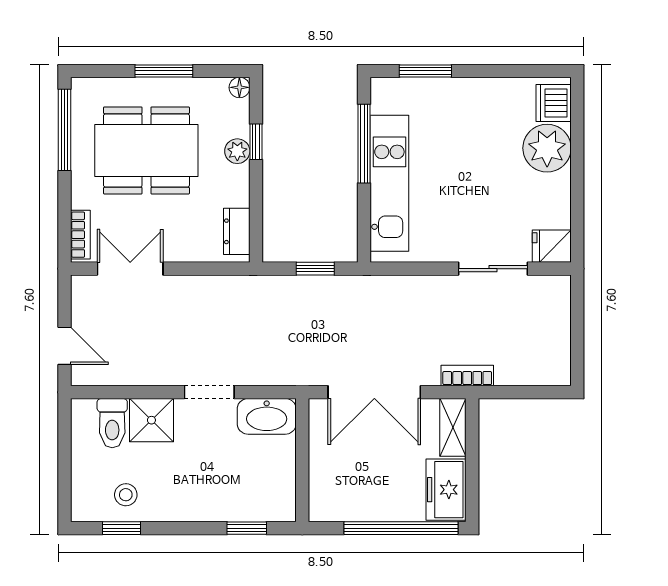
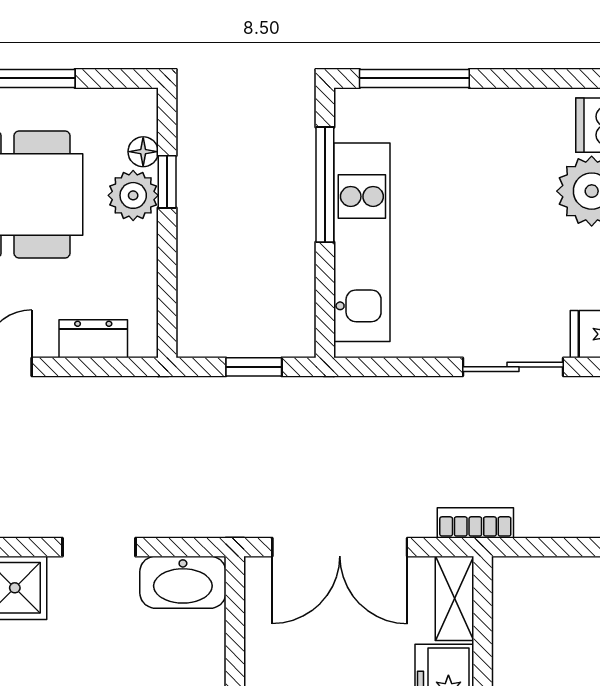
window: (425, 71) -> (414, 78), width x1.44
floor lamp: (239, 87) -> (143, 152), moved
plant: (237, 151) -> (133, 195), width x1.38, depth x1.38
dresser: (237, 231) -> (93, 339), moved, turned 90

